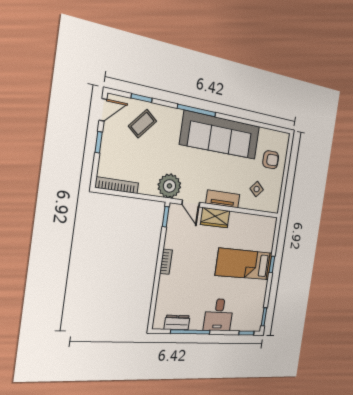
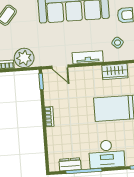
plant: (169, 186) -> (24, 58), moved
wardrobe: (215, 218) -> (115, 72), moved
desk: (219, 315) -> (107, 154), width x1.37

